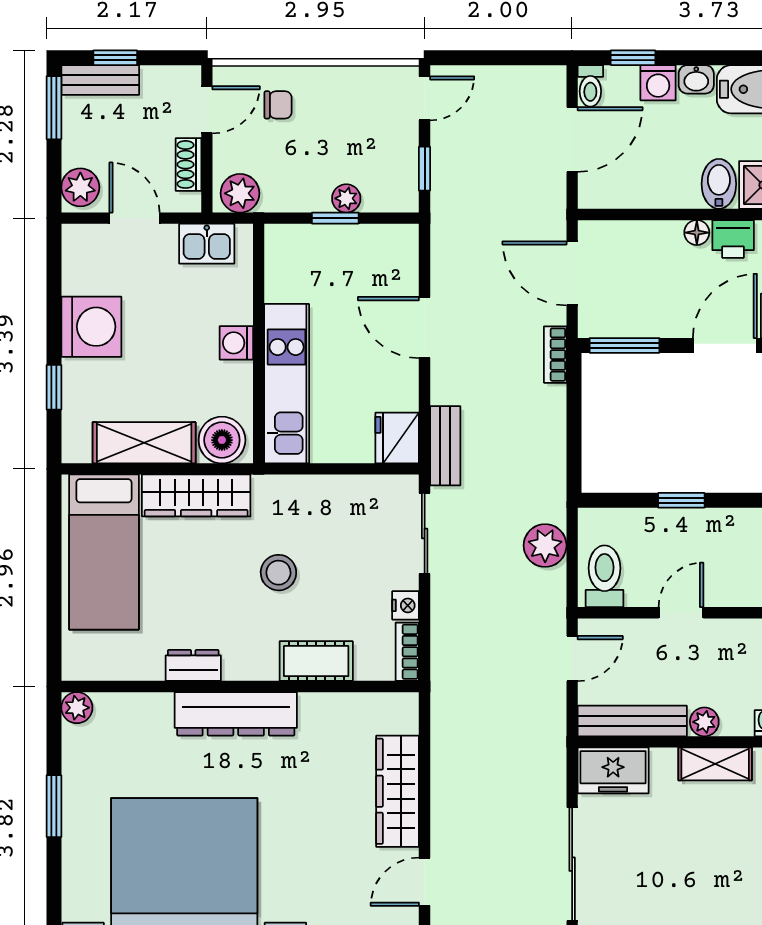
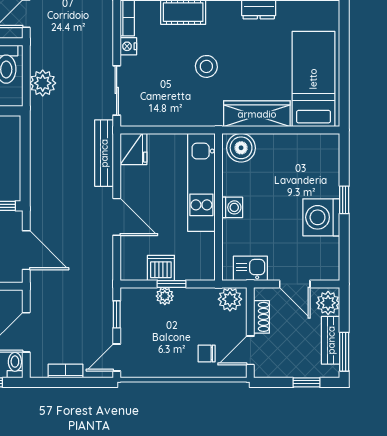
bench: (100, 80) -> (331, 340), moved, turned 90
dishwasher: (352, 244) -> (161, 268), added
bookcase: (555, 355) -> (66, 371), moved, turned -90
window: (54, 387) -> (344, 200), moved
shelving: (144, 443) -> (289, 146), removed
bench: (445, 446) -> (104, 153), width x1.36

